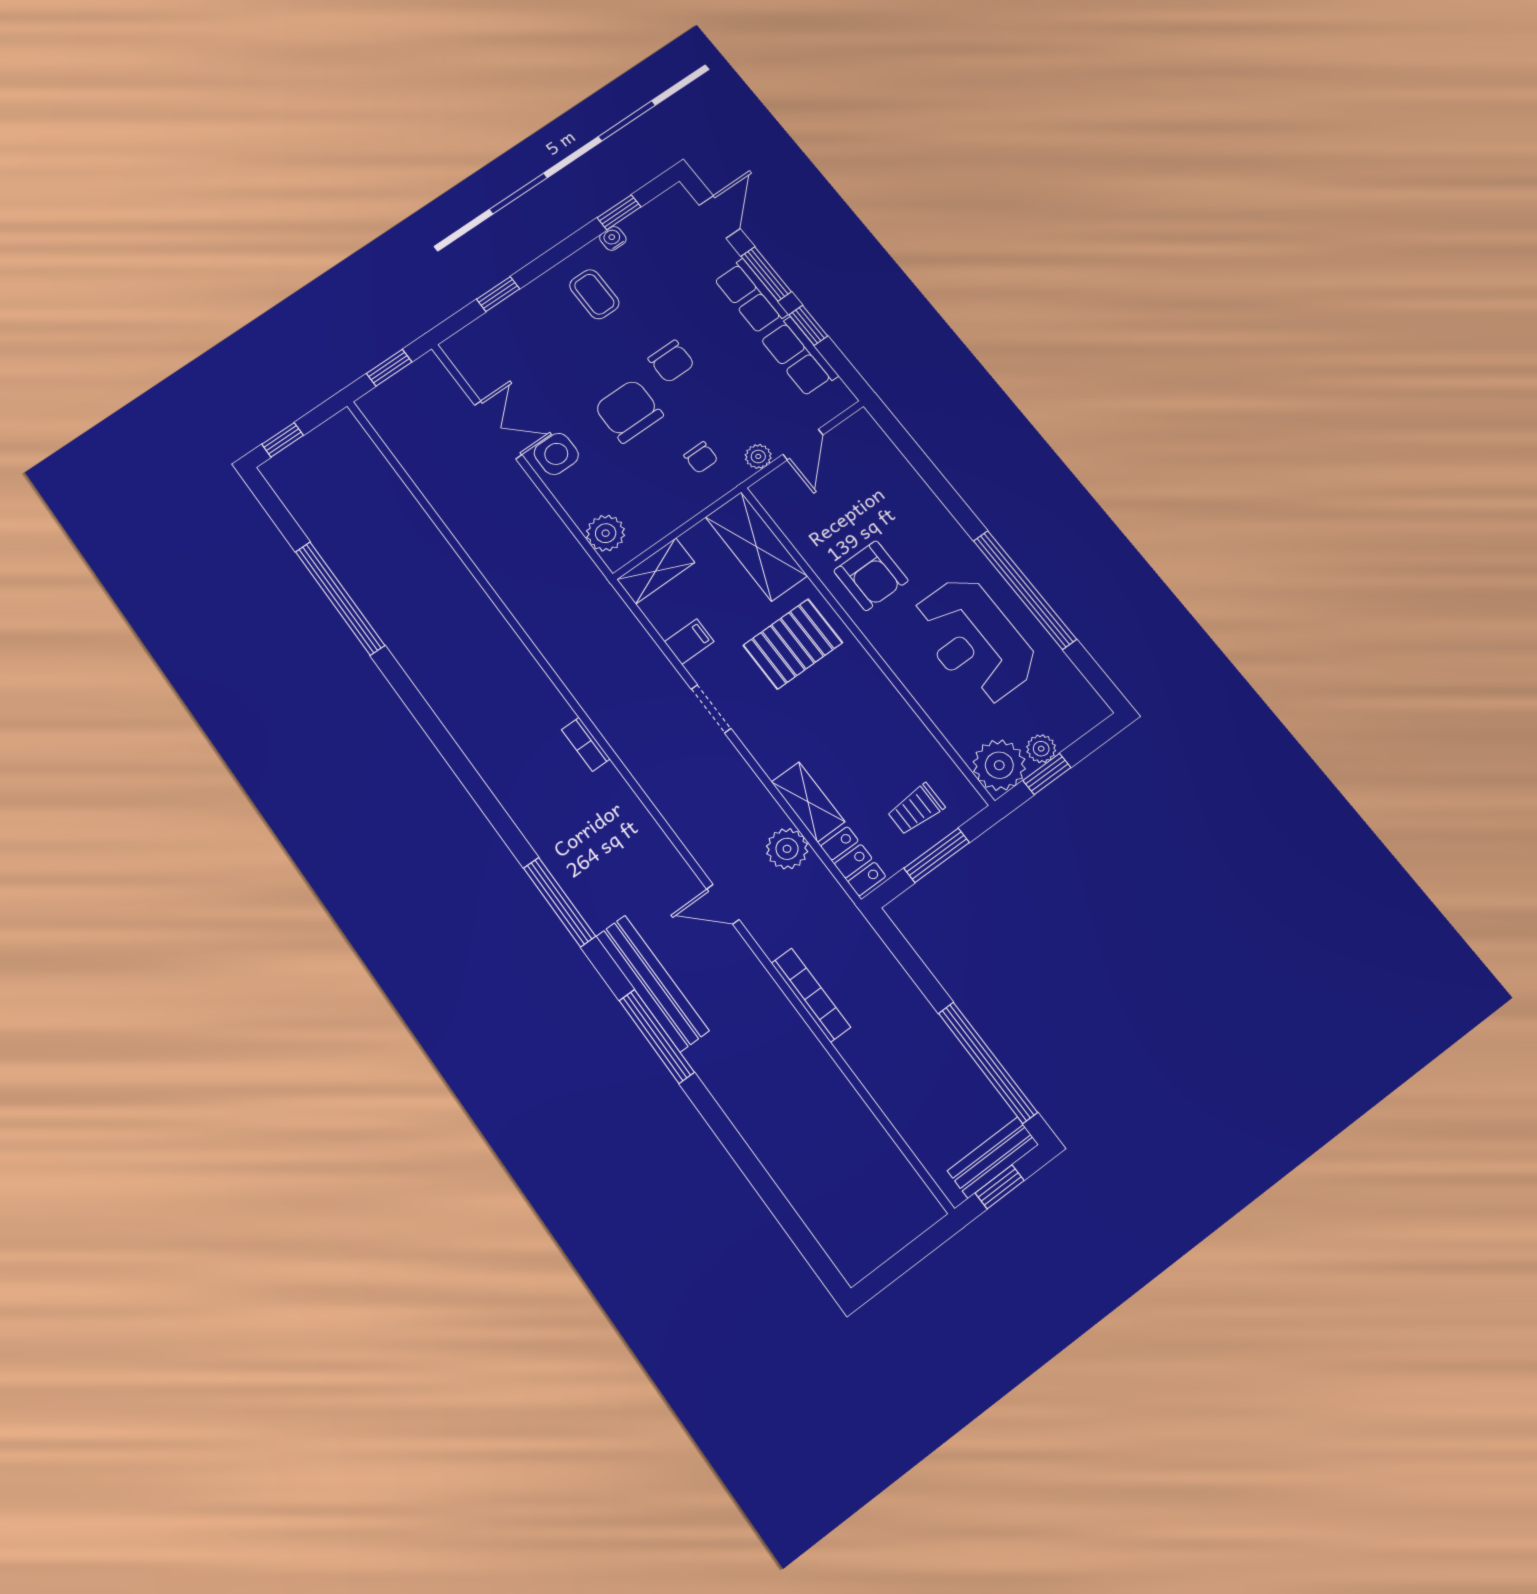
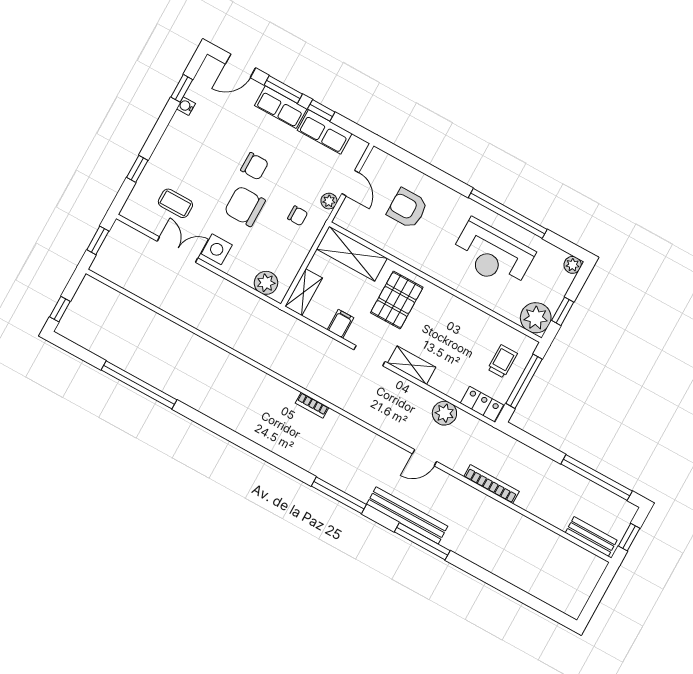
door: (720, 217) -> (241, 66), swing flipped
coffee table: (594, 294) -> (175, 203), moved
armchair: (871, 576) -> (407, 208), moved, turned 180
plant: (1041, 749) -> (573, 265), moved
shelving: (808, 802) -> (412, 365), moved
trolley: (916, 809) -> (502, 361), turned 180
window: (937, 855) -> (524, 381), width x1.44
bench: (993, 1158) -> (591, 537), moved, turned 90

